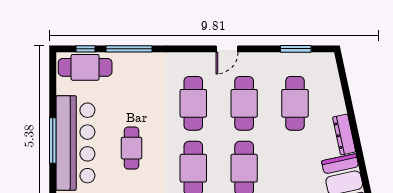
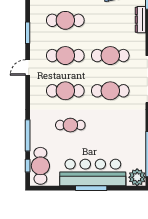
door: (227, 49) -> (28, 67), swing flipped
window: (296, 49) -> (28, 33), moved
cafe table: (132, 148) -> (70, 125), moved

